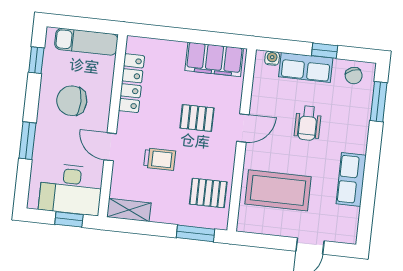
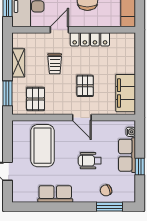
chair: (354, 76) -> (106, 190), moved
locker: (132, 83) -> (90, 39), moved
shelving: (129, 210) -> (18, 63), moved

